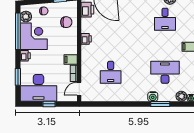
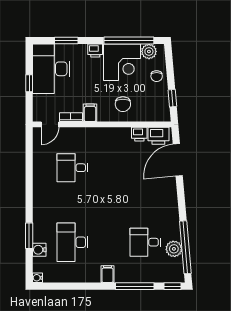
chair: (66, 22) -> (123, 104), moved
printer: (86, 39) -> (139, 134), moved
desk: (165, 72) -> (72, 242), turned 180
door: (79, 89) -> (50, 124), swing flipped
plant: (181, 96) -> (40, 265), removed
water cooler: (153, 97) -> (39, 250), moved

